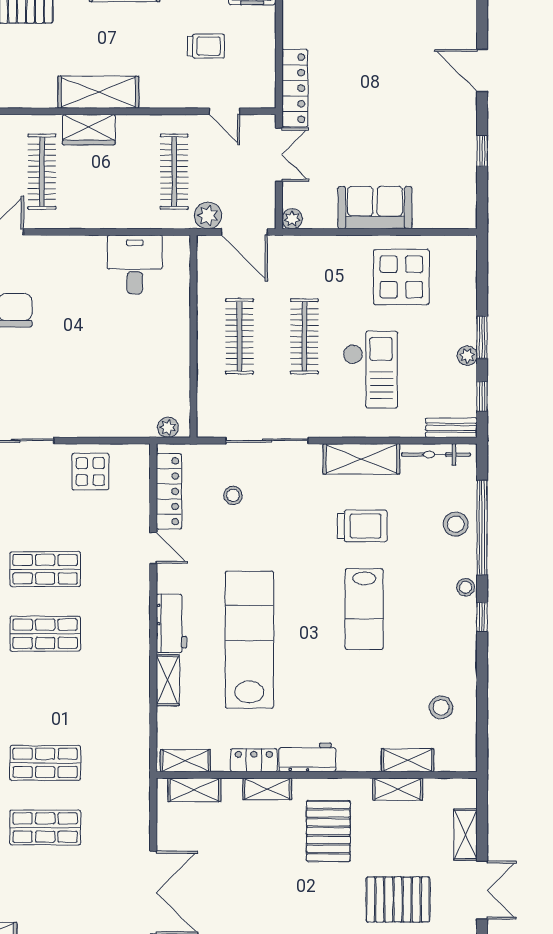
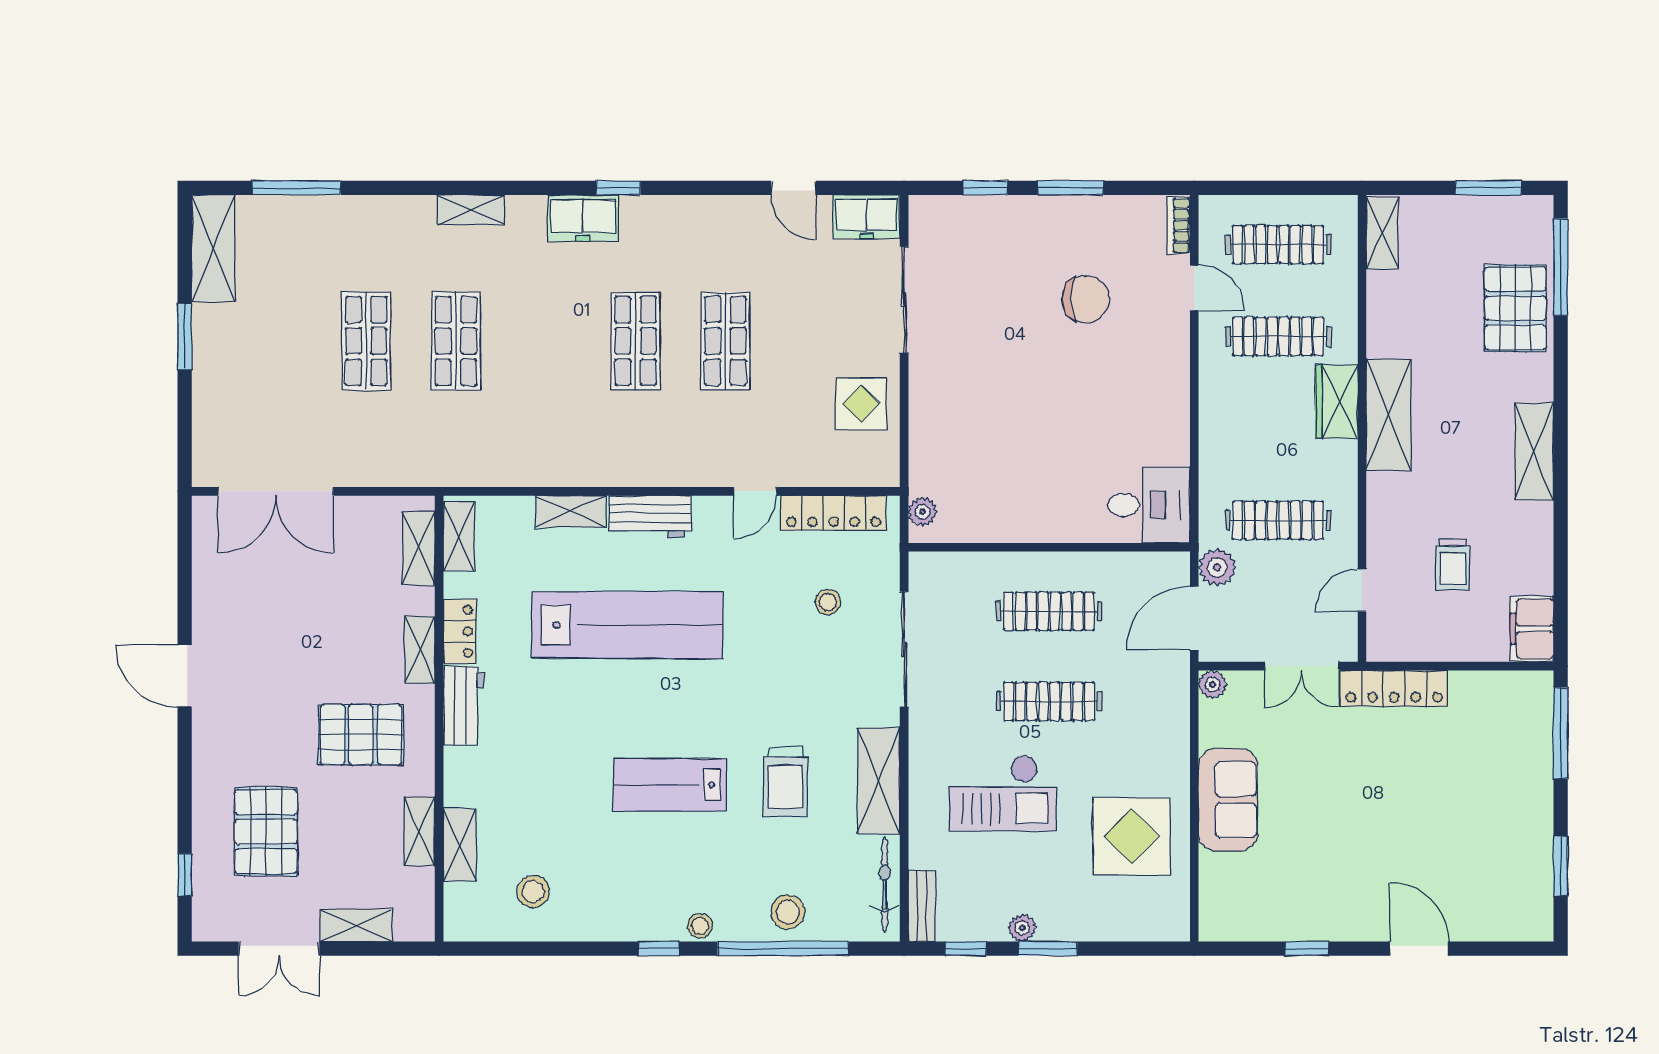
door: (482, 70) -> (1419, 949), hinge flipped
desk: (135, 265) -> (1149, 505), moved

